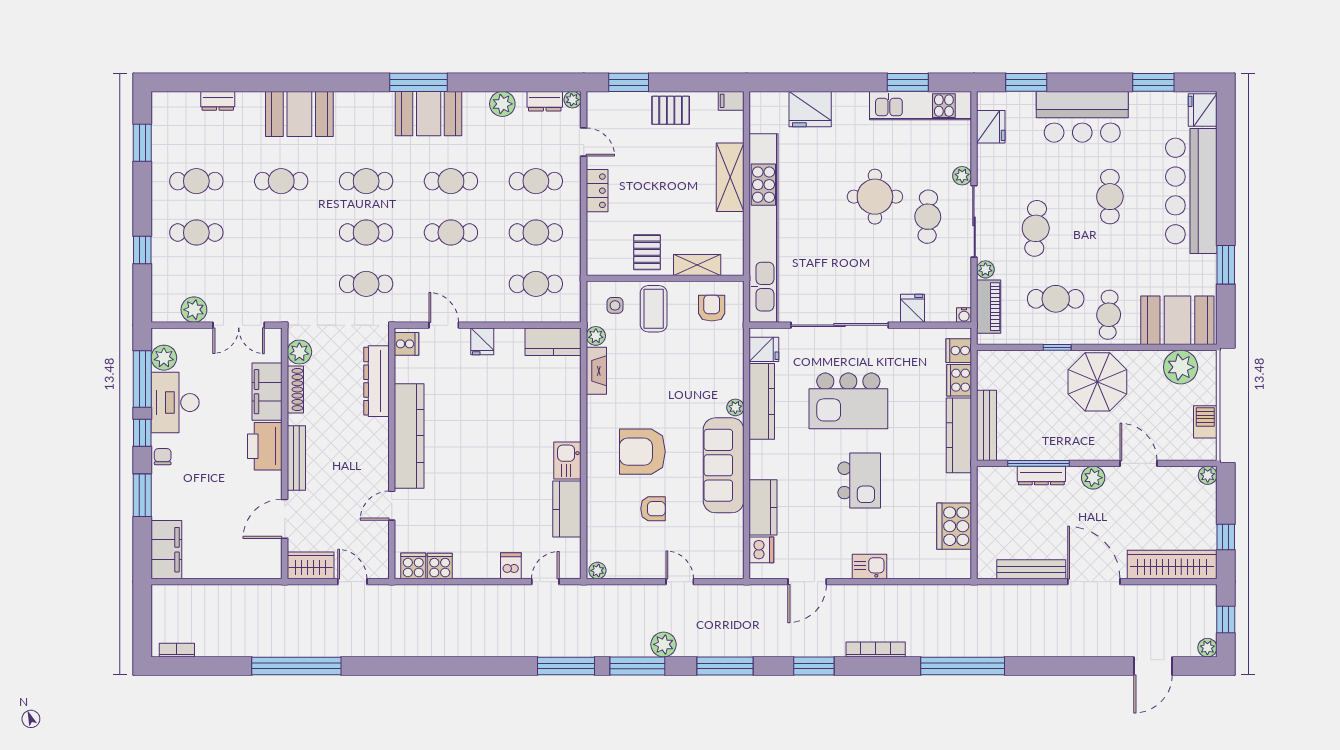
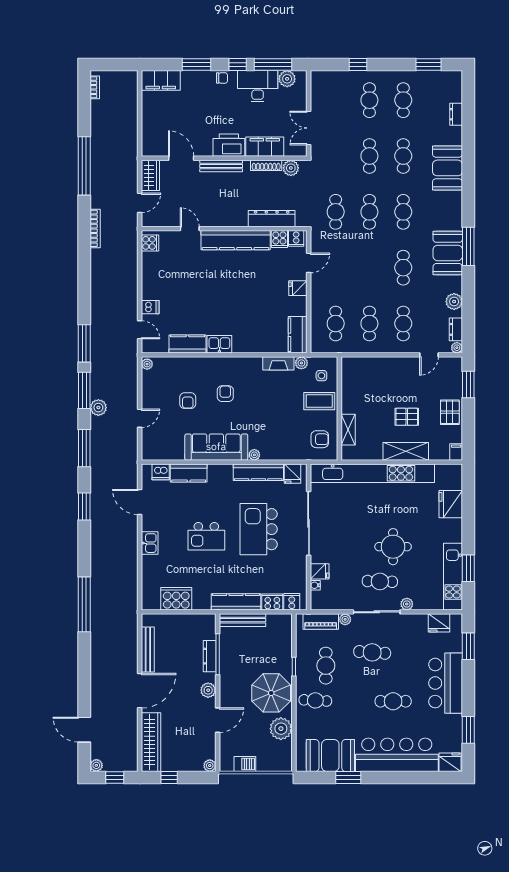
locker: (597, 191) -> (397, 364), removed
cafe table: (451, 233) -> (369, 156), moved
pallet: (647, 252) -> (407, 417), moved
plant: (194, 310) -> (319, 99), removed
water cooler: (964, 315) -> (315, 585), moved
booth: (1177, 320) -> (330, 755), moved, turned 90
plant: (1181, 367) -> (281, 729), moved
armchair: (642, 452) -> (225, 394), width x0.53, depth x0.53
cooker: (440, 566) -> (279, 239), moved, turned 90
bookcase: (876, 650) -> (95, 228), moved

